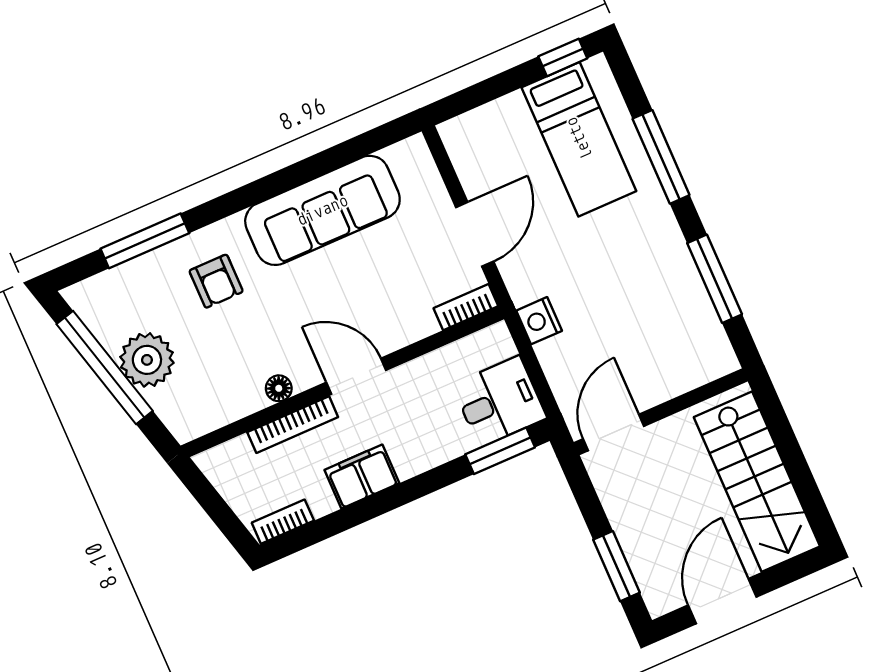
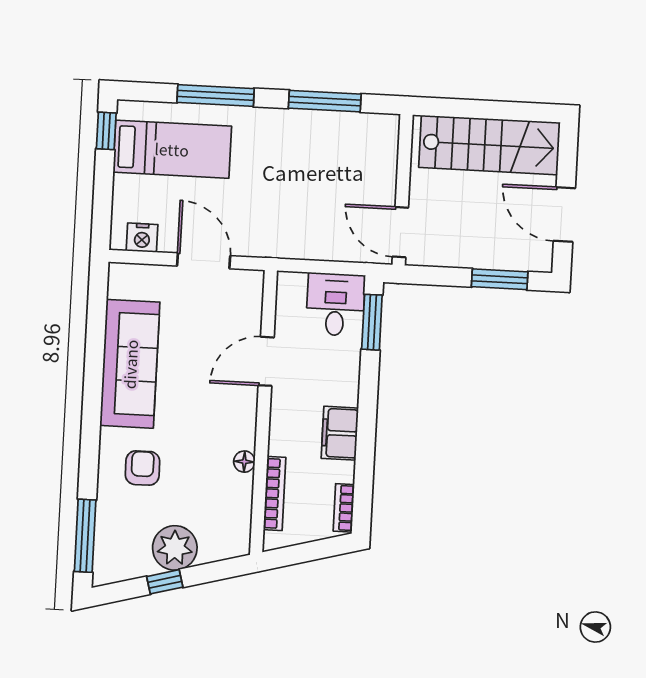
window: (145, 241) -> (85, 536), moved
armchair: (216, 281) -> (143, 468), turned -90
bookcase: (466, 307) -> (254, 294), removed
nightstand: (539, 321) -> (142, 238), moved
window: (105, 368) -> (165, 582), width x0.32
door: (356, 376) -> (266, 361), moved
bookcase: (293, 425) -> (275, 493), moved

